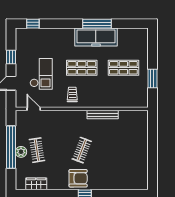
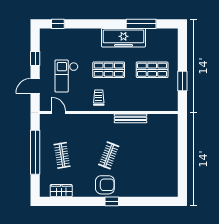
window: (97, 24) -> (141, 24), moved
checkout: (41, 74) -> (66, 76), turned 180
plant: (21, 152) -> (45, 157), removed

